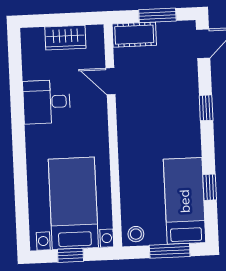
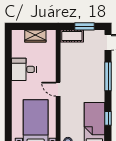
door: (110, 81) -> (58, 89), moved
window: (206, 108) -> (108, 76), width x2.17

